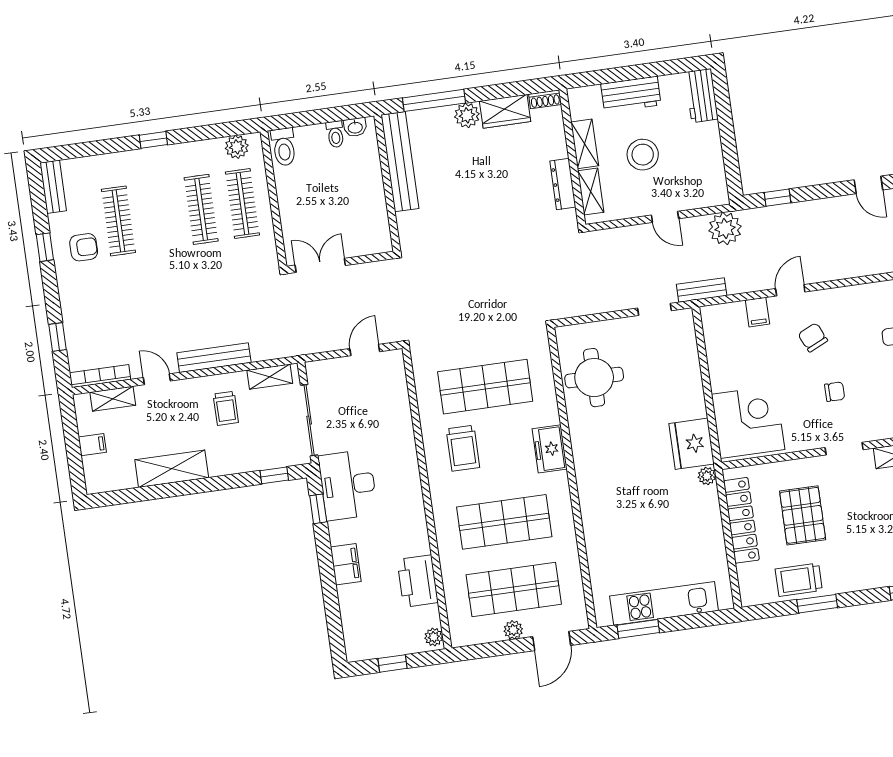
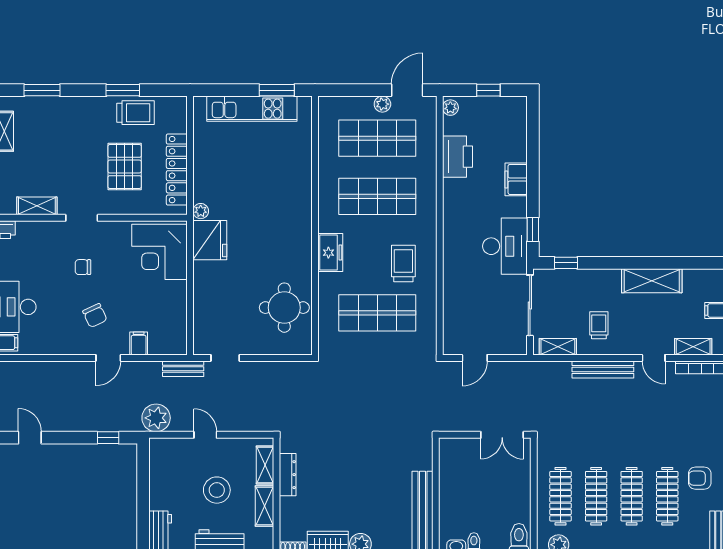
clothes rail: (160, 215) -> (632, 496), added
door: (552, 641) -> (407, 90), moved

